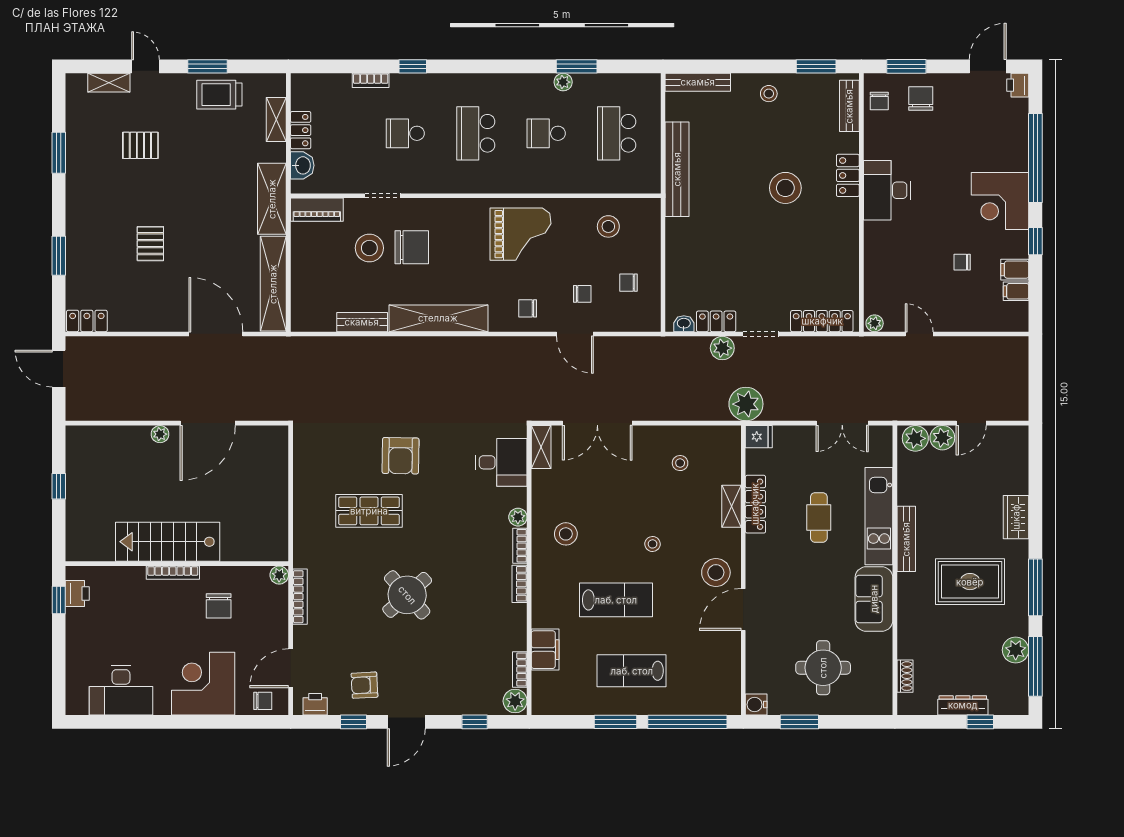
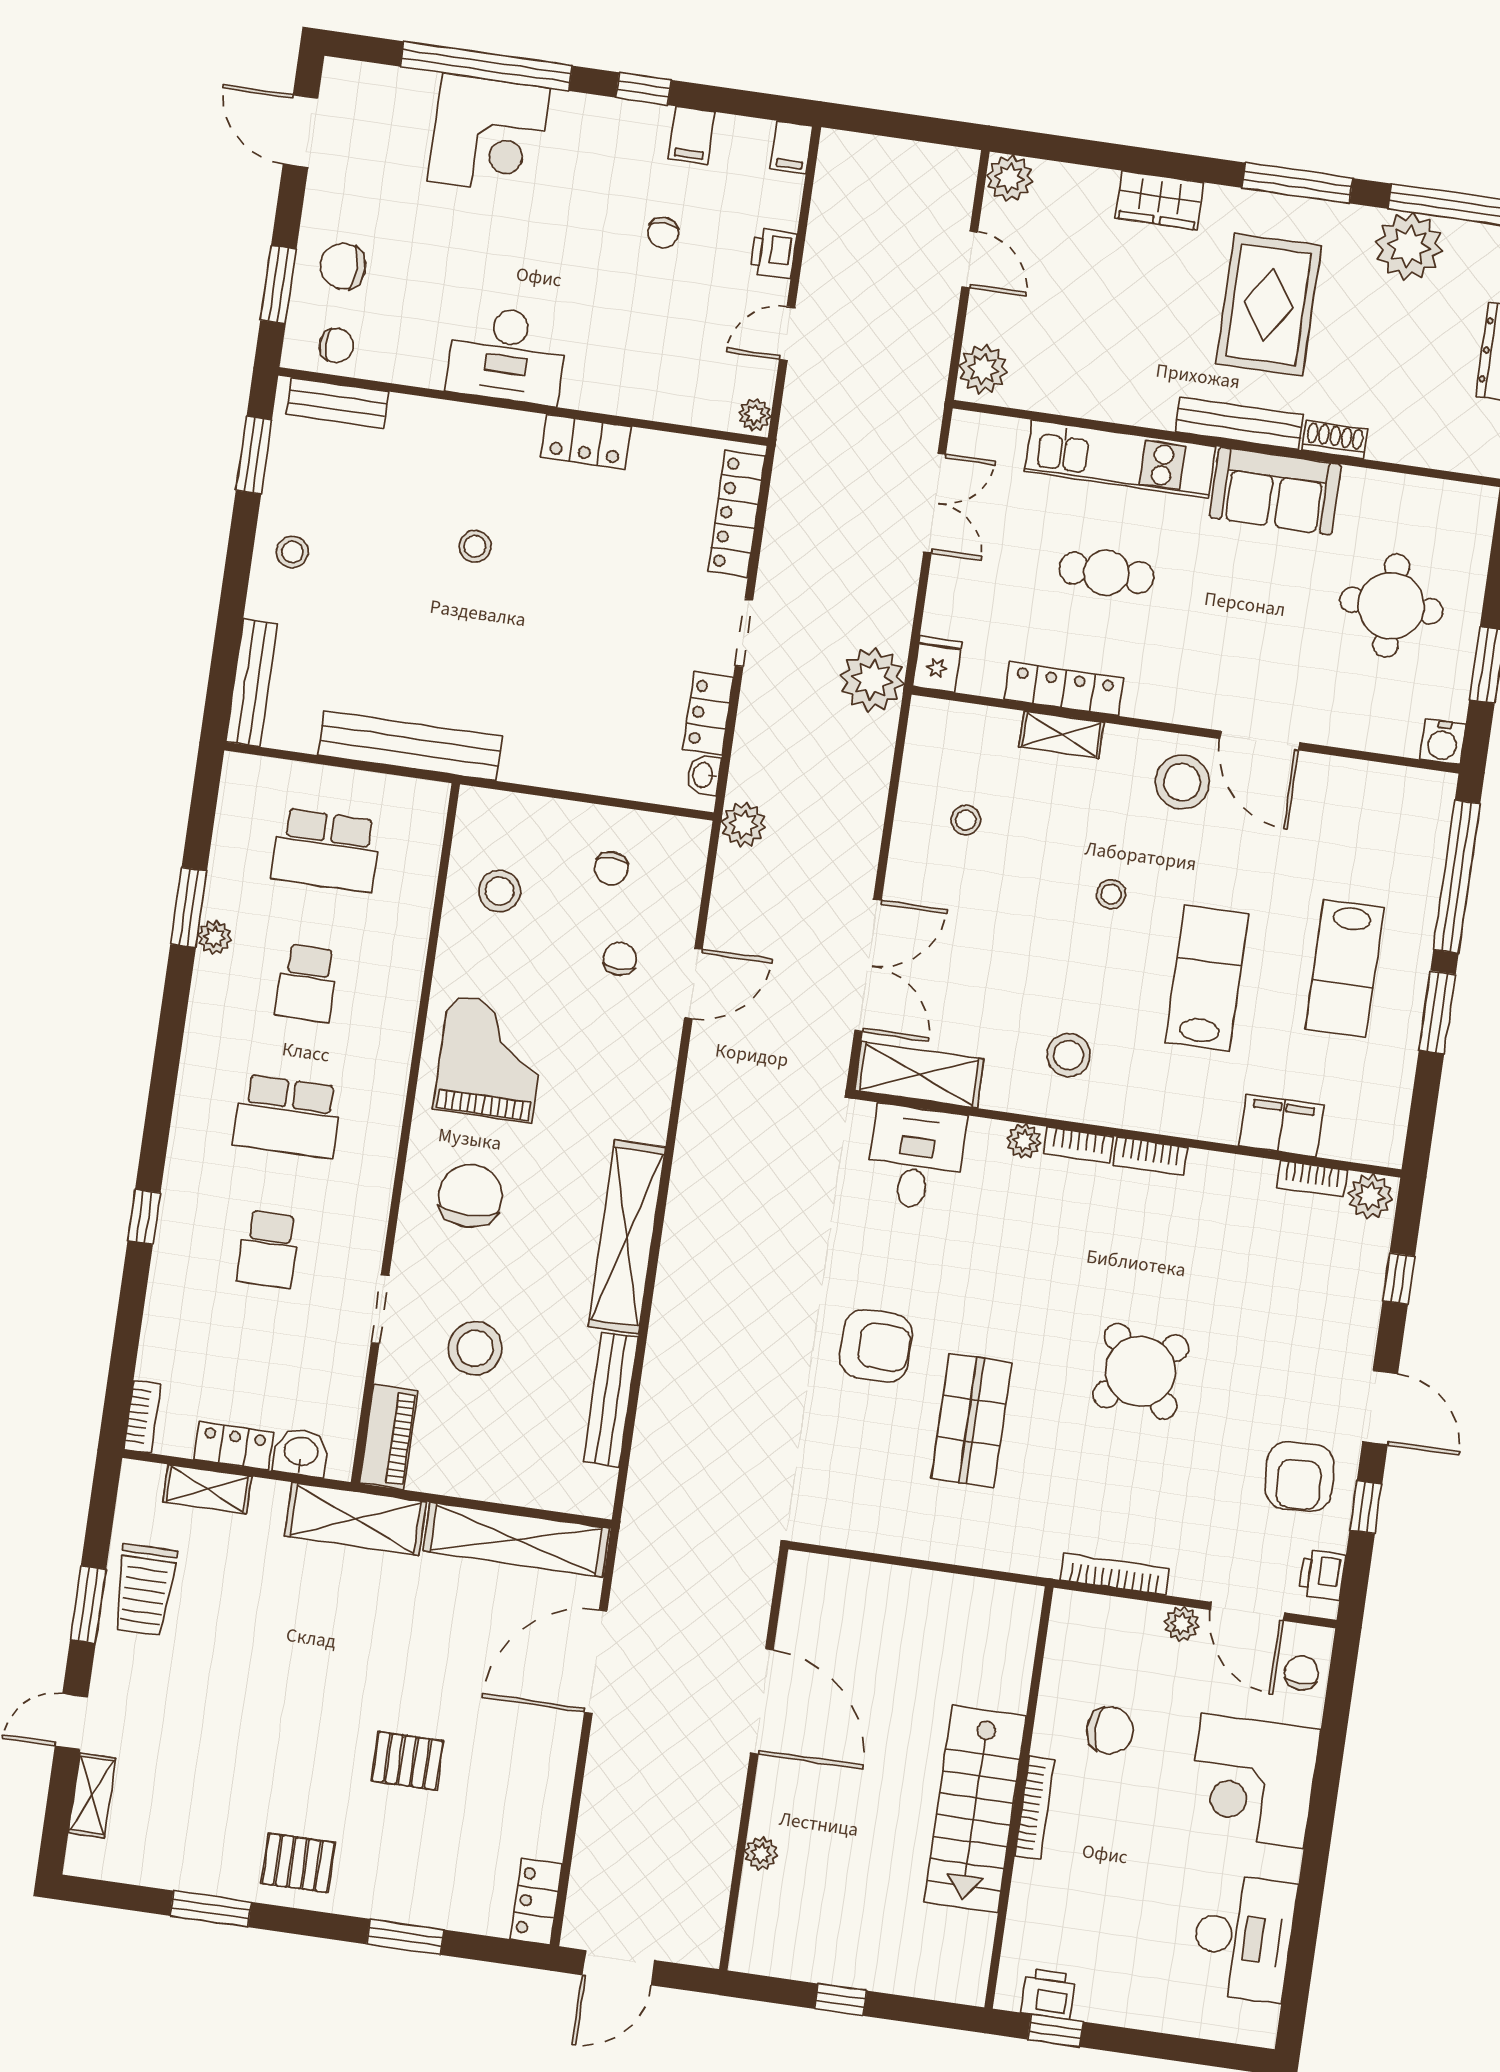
bookcase: (371, 80) -> (142, 1417), moved
printer: (1018, 85) -> (773, 253), moved, turned 90
pallet: (140, 145) -> (298, 1863), moved, turned 90
locker: (848, 175) -> (586, 442), moved
stool: (785, 188) -> (475, 546), width x0.53, depth x0.53
corner desk: (1000, 201) -> (489, 135), moved
chair: (412, 247) -> (470, 1196), moved
filing cabinet: (1016, 291) -> (791, 147), moved
chair: (528, 308) -> (632, 1066), removed
bench: (362, 322) -> (611, 1400), width x1.36
plant: (722, 348) -> (743, 825), moved
plant: (160, 434) -> (761, 1853), moved
plant: (942, 438) -> (1009, 178), moved
shelving: (541, 447) -> (919, 1075), width x1.50, depth x1.33
bench: (906, 539) -> (1239, 423), moved
plant: (279, 575) -> (1182, 1624), moved
plant: (1016, 650) -> (1409, 246), width x1.36, depth x1.36
shoe rack: (905, 676) -> (1335, 440), moved
armchair: (364, 685) -> (1299, 1476), width x1.38, depth x1.38

